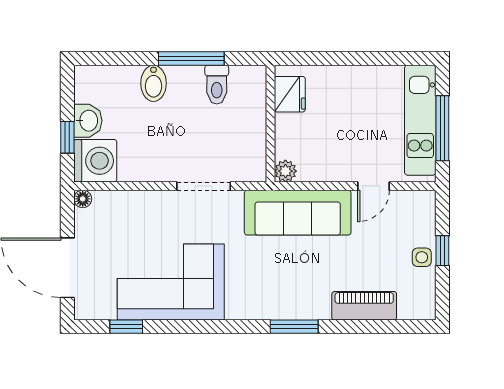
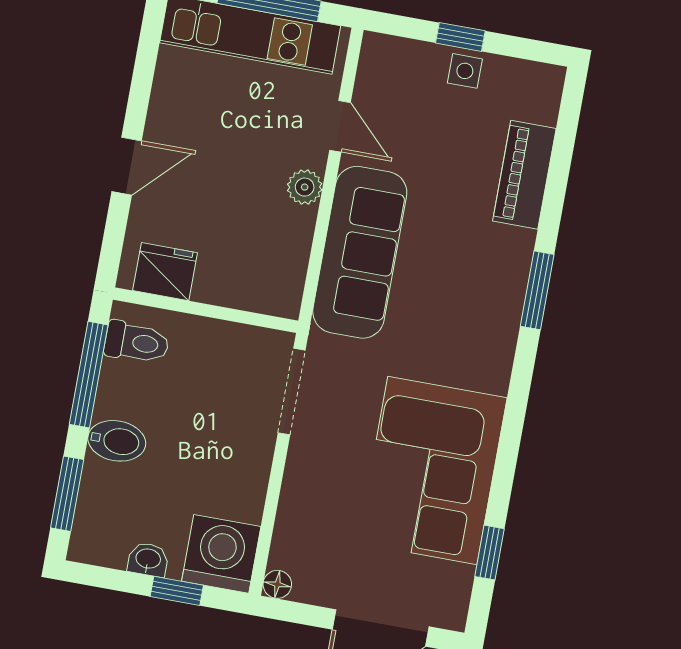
window: (115, 59) -> (67, 494), added
door: (325, 59) -> (127, 166), added
fridge: (290, 94) -> (165, 272), moved
washbasin: (88, 121) -> (148, 560), width x0.72, depth x0.69
wall: (270, 124) -> (206, 310), moved
plant: (285, 171) -> (305, 187), moved

